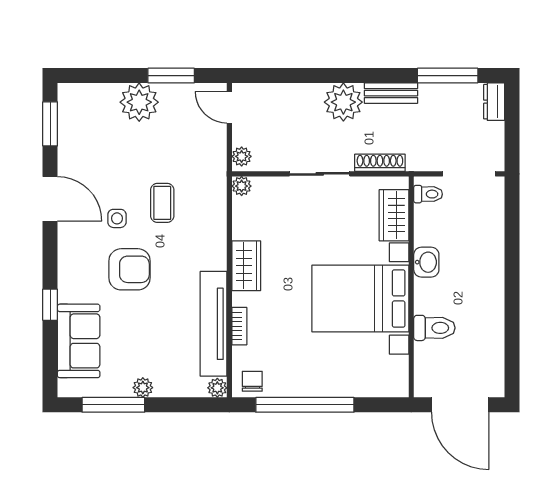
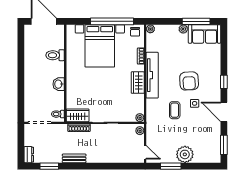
window: (448, 76) -> (49, 166), width x0.69
plant: (343, 102) -> (95, 154), removed
wardrobe: (394, 215) -> (78, 115), moved, turned -90
armchair: (130, 269) -> (189, 81), turned -93
bed with nightstands: (360, 298) -> (100, 46), moved, turned 90
window: (50, 305) -> (224, 82), moved
tv unit: (214, 324) -> (152, 75), moved
sofa: (79, 341) -> (205, 34), moved, turned -90

